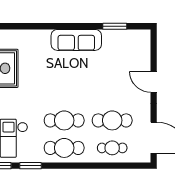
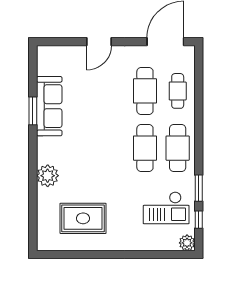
window: (115, 26) -> (33, 111), moved
plant: (41, 39) -> (48, 176), added
sofa: (76, 40) -> (49, 106), moved

